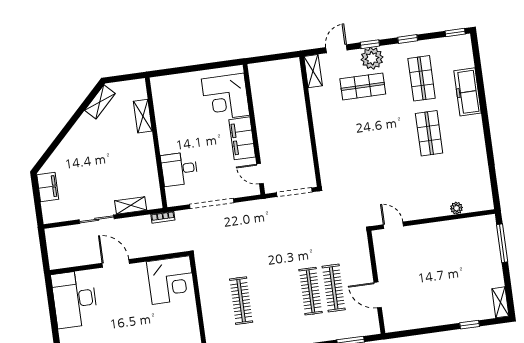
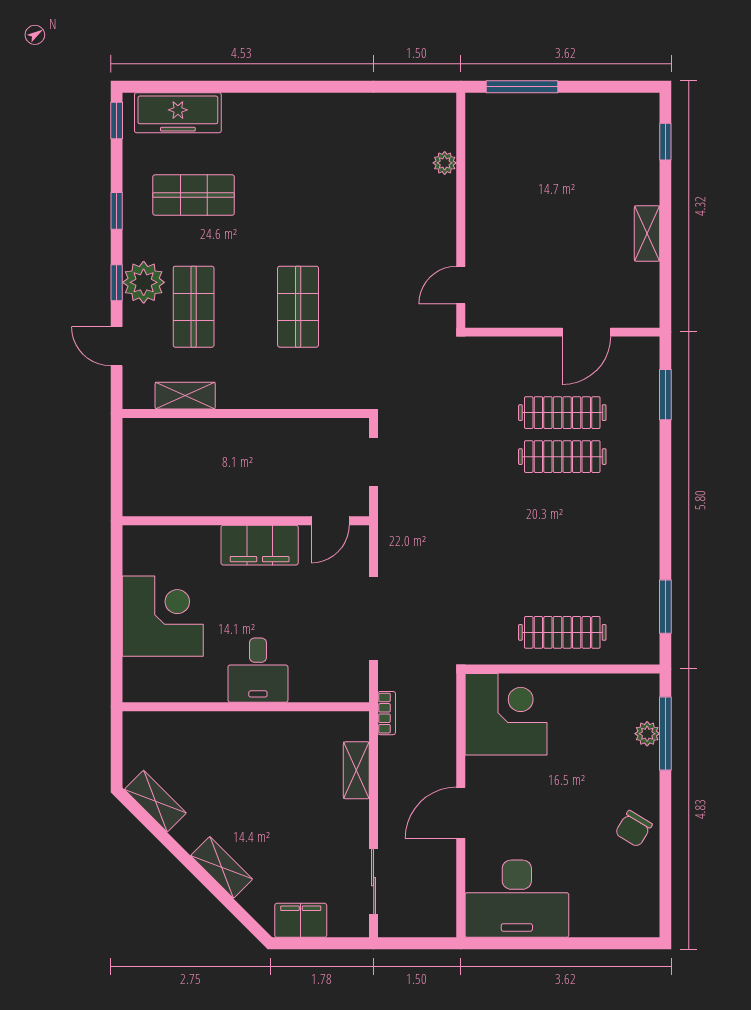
shelving: (313, 71) -> (185, 396), moved
freezer: (467, 92) -> (178, 113), moved
corner desk: (226, 97) -> (163, 616), moved, turned -90
shelving: (143, 116) -> (222, 867), moved, turned 45
shop shelf: (429, 133) -> (298, 307), moved, turned 90
desk: (179, 169) -> (258, 670), moved
doorway: (294, 192) -> (374, 462), width x0.73
sliding door: (97, 219) -> (374, 882), moved
clothes rail: (241, 301) -> (562, 632), moved
shelving: (500, 302) -> (647, 233), moved, turned 90
window: (470, 325) -> (665, 142), moved

